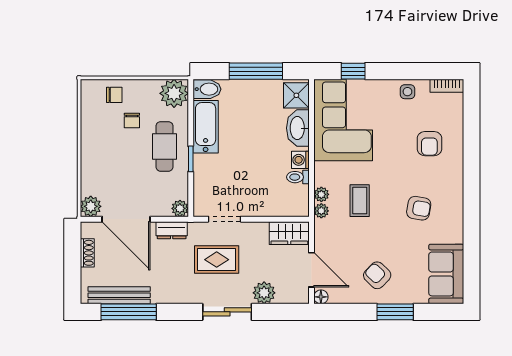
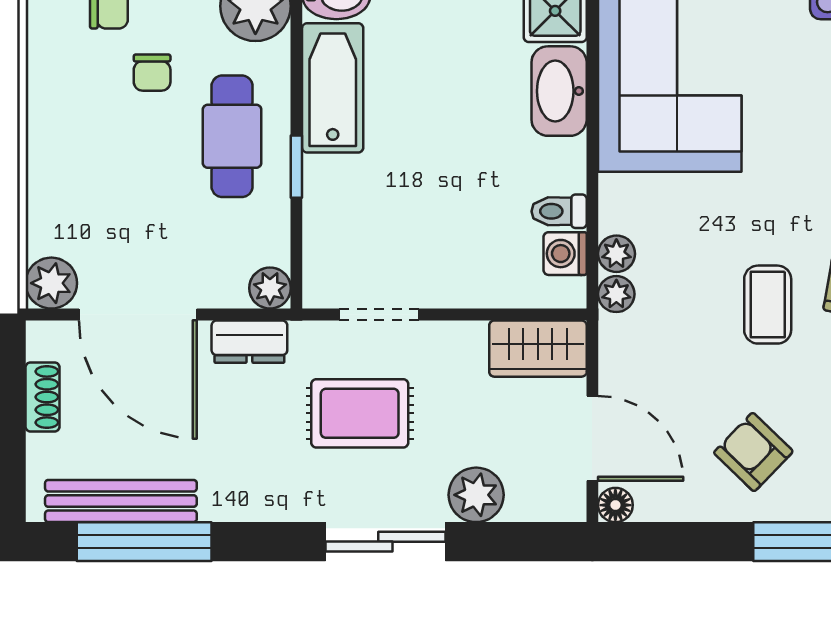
washing machine: (300, 160) -> (565, 254), moved
coffee table: (360, 201) -> (768, 305), moved

